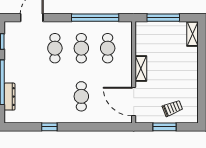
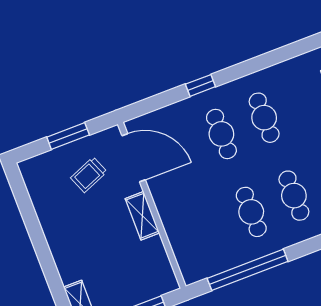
cafe table: (108, 48) -> (264, 118), moved
trolley: (172, 108) -> (89, 175), moved
window: (49, 127) -> (200, 85), moved

